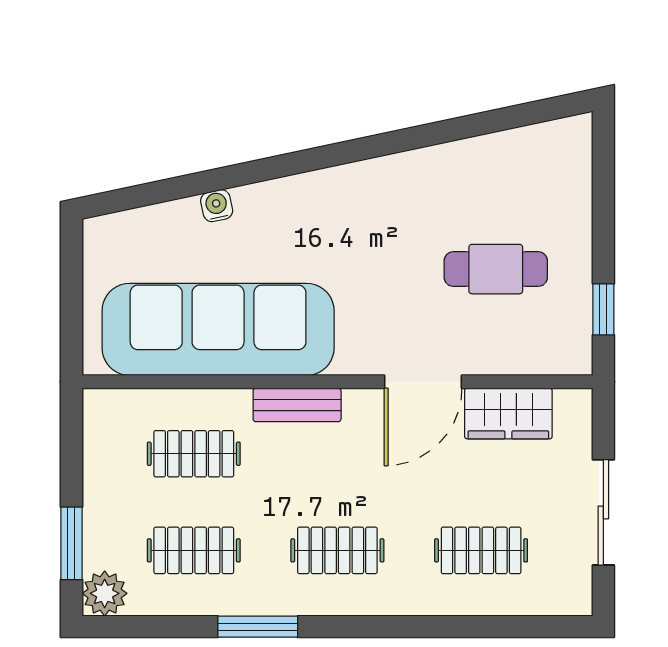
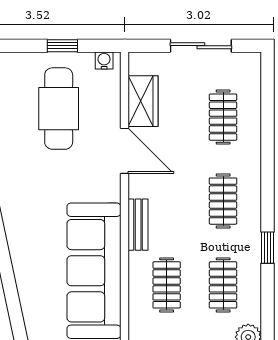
water cooler: (217, 206) -> (104, 61), moved, turned 102
cafe table: (496, 269) -> (59, 109), width x1.37, depth x1.35
window: (603, 309) -> (62, 46), moved
window: (258, 627) -> (268, 248), width x0.67

